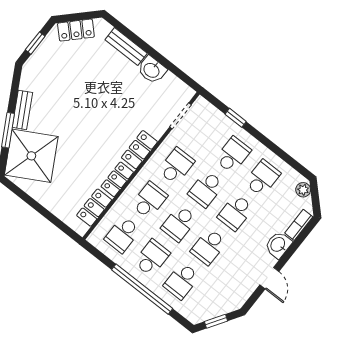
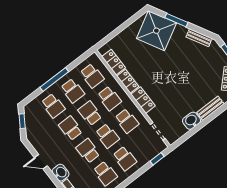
bench: (22, 110) -> (199, 38), moved
window: (236, 118) -> (157, 159), moved
school desk: (206, 189) -> (107, 136), turned 180
school desk: (122, 234) -> (92, 76), turned 180
school desk: (182, 281) -> (53, 106), turned 180
window: (142, 289) -> (54, 79), width x0.68

